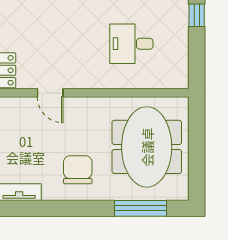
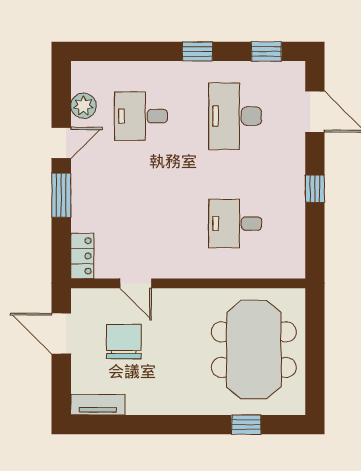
chair: (78, 170) -> (124, 341), moved
window: (140, 208) -> (246, 425), width x0.46

